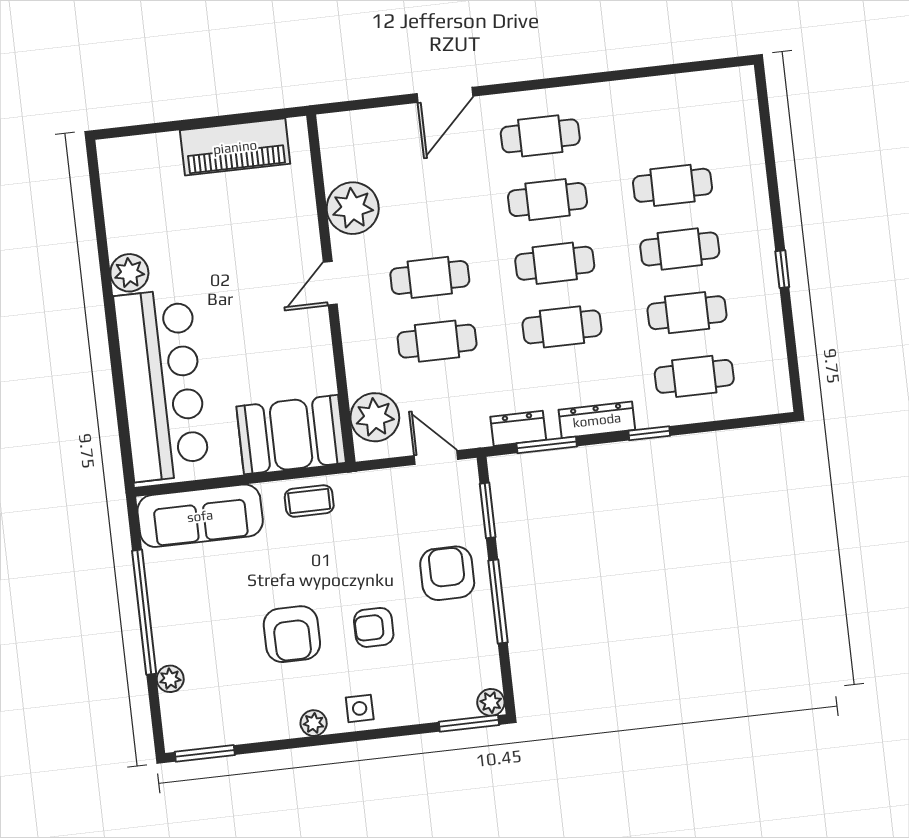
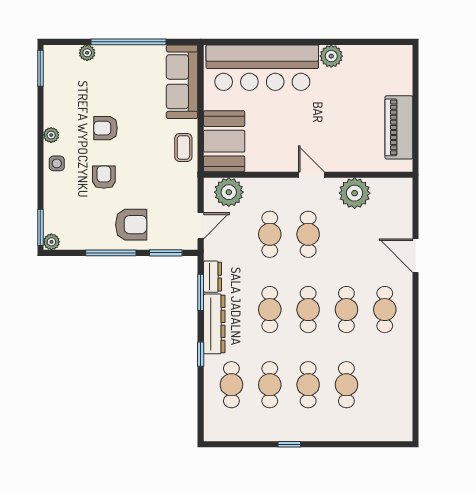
dresser: (597, 420) -> (214, 324), width x1.37, depth x1.24
armchair: (292, 634) -> (106, 128), width x0.72, depth x0.72

